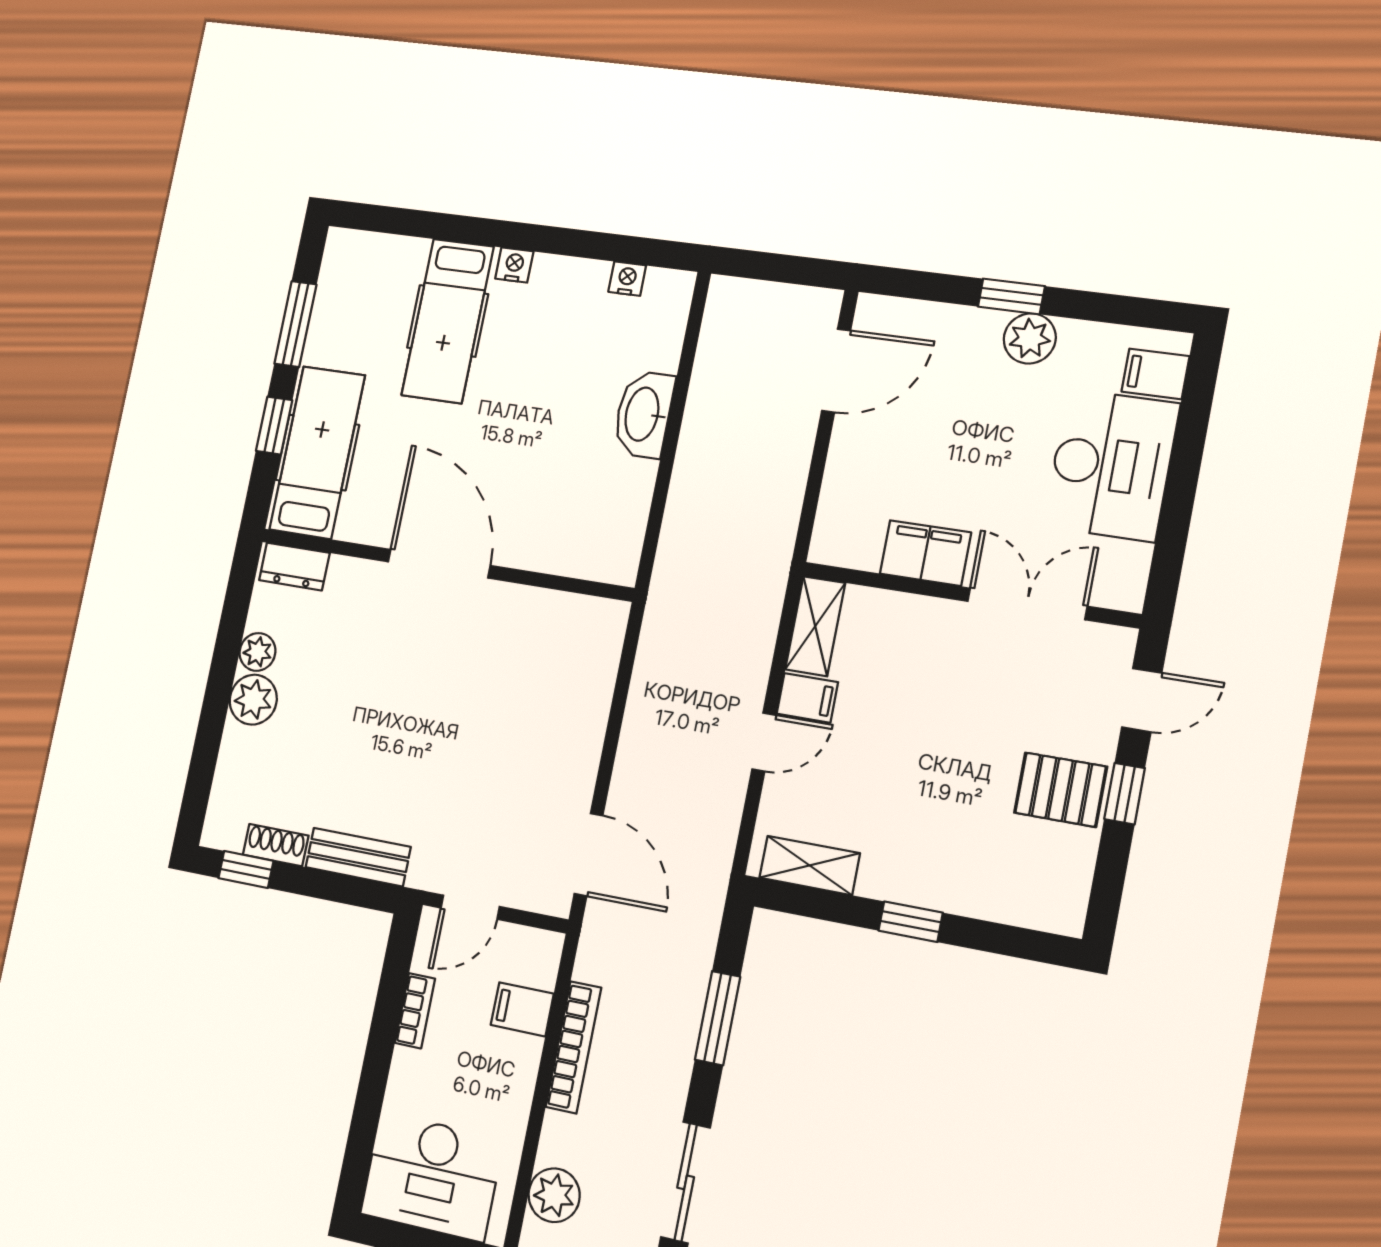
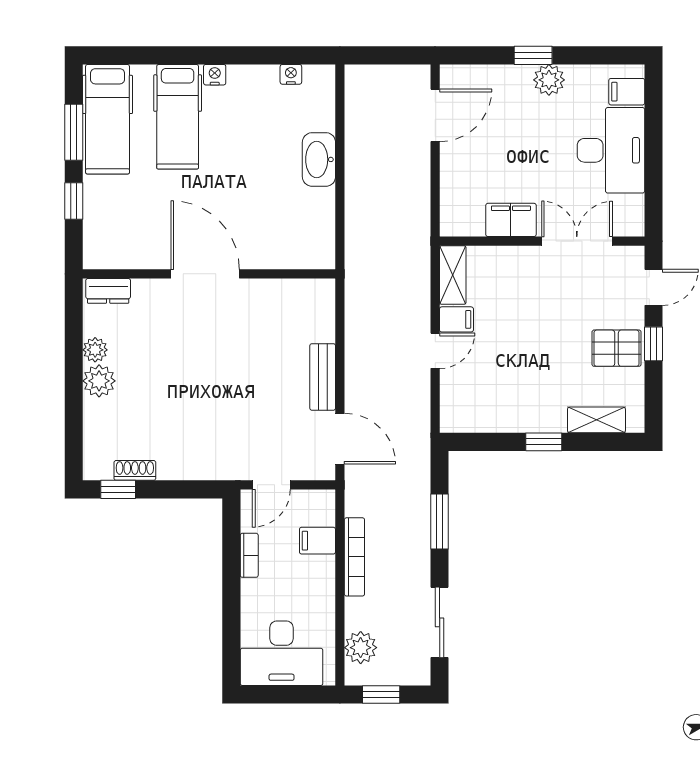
hospital bed: (317, 452) -> (108, 119), moved, turned 180
bench: (358, 857) -> (323, 377), moved, turned 90
shelving: (810, 865) -> (596, 420), moved

